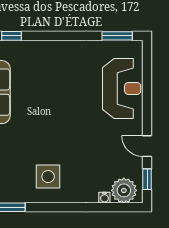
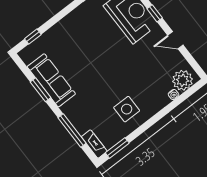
window: (147, 179) -> (155, 13), moved

